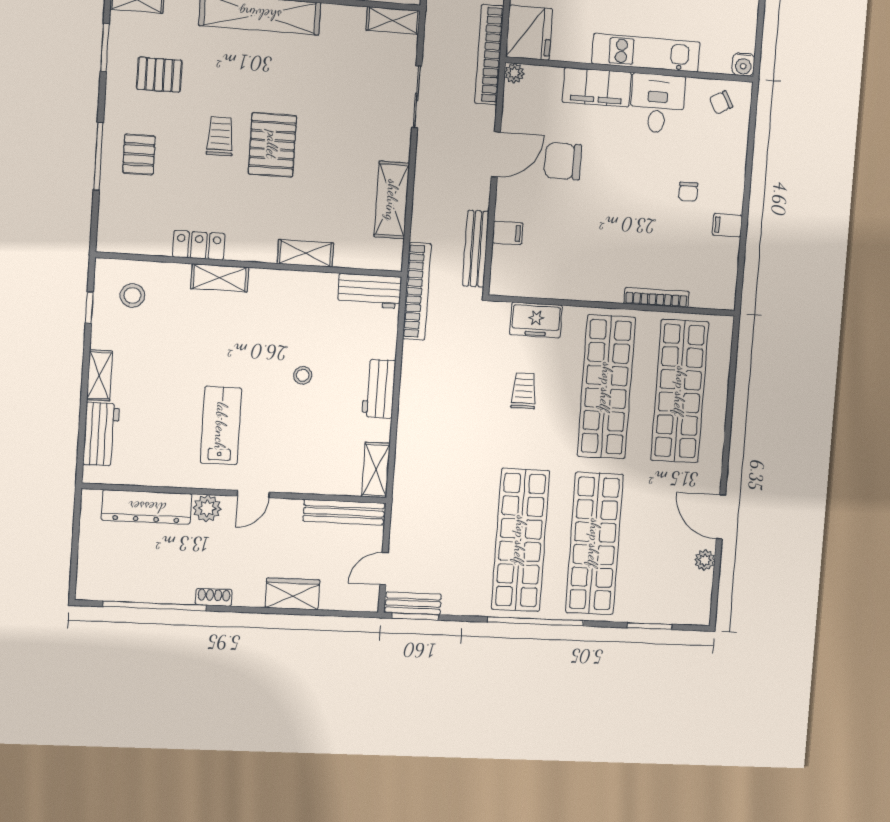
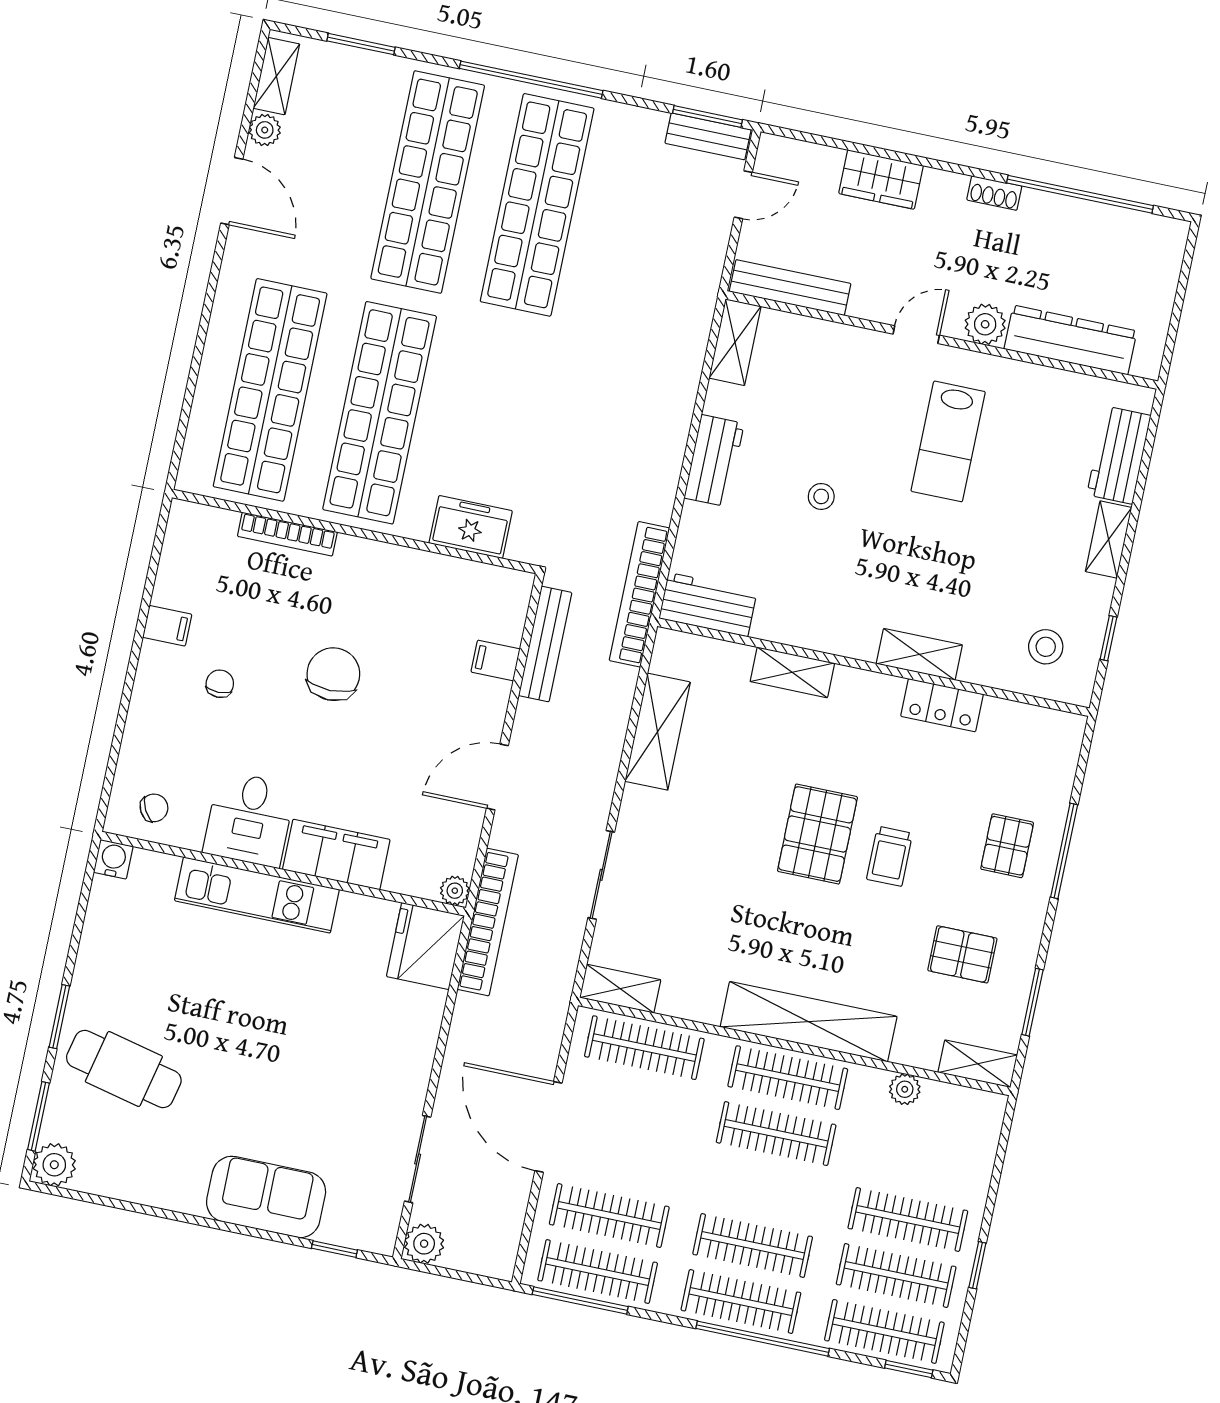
chair: (563, 161) -> (333, 674), moved, turned -90
trolley: (524, 391) -> (503, 425), removed
shelving: (702, 596) -> (276, 76), added

